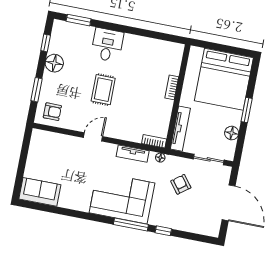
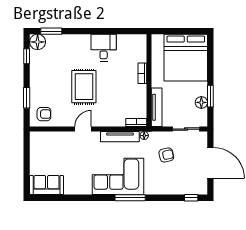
desk: (107, 45) -> (104, 48), moved
floor lamp: (54, 63) -> (38, 42), moved
rug: (103, 90) -> (84, 87), width x1.36, depth x1.43
window: (247, 110) -> (210, 96), moved
tv unit: (133, 154) -> (120, 137), width x1.41
armchair: (181, 184) -> (166, 155), turned 114
window: (163, 231) -> (191, 198), moved

